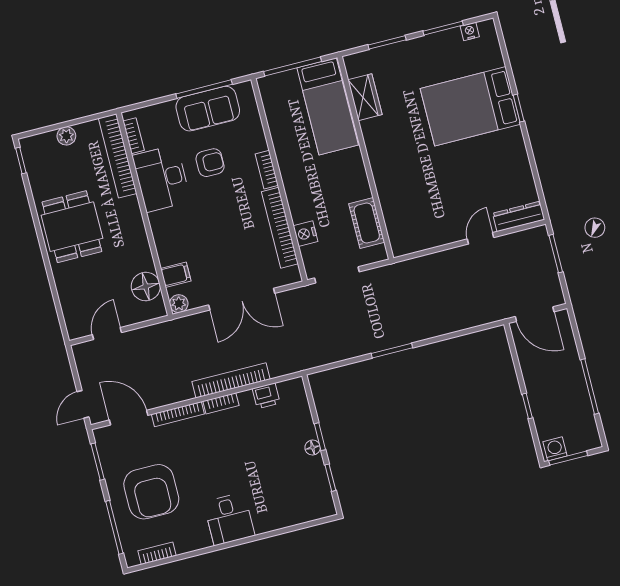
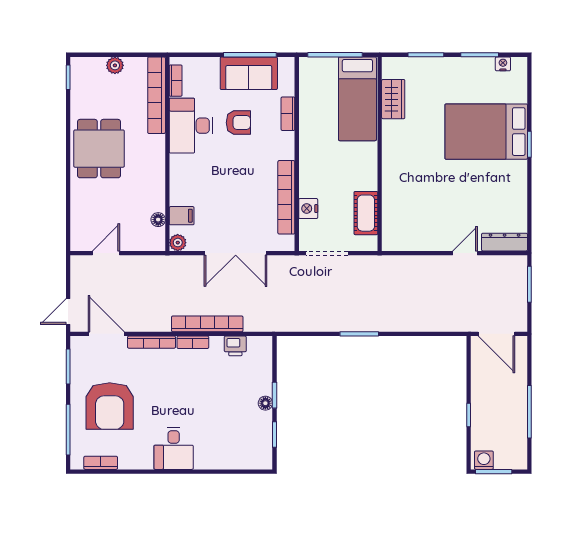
bookcase: (267, 170) -> (288, 114), moved
floor lamp: (146, 287) -> (158, 220), width x0.53, depth x0.53

